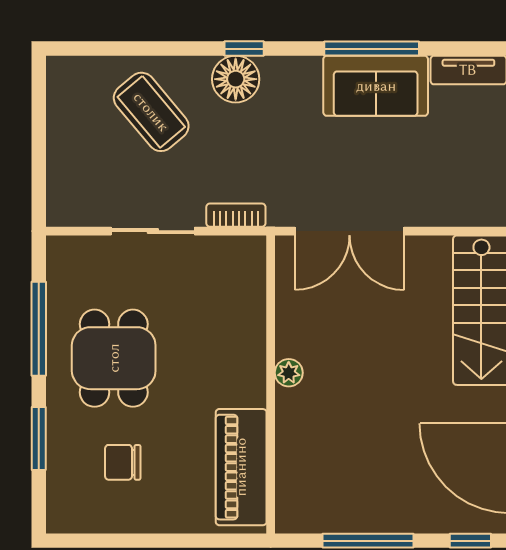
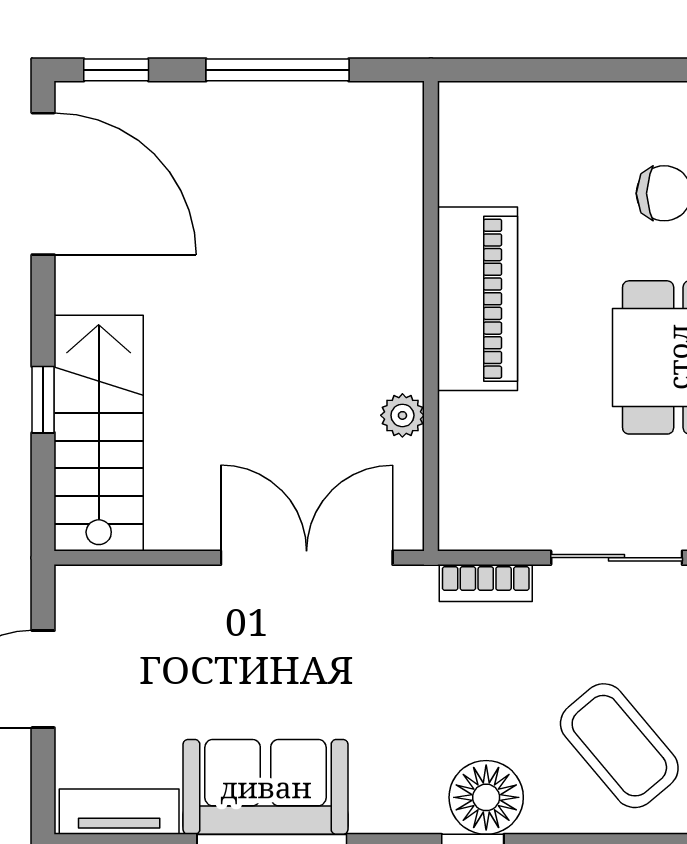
plant: (289, 373) -> (402, 415), moved
piano: (241, 467) -> (477, 299), moved

